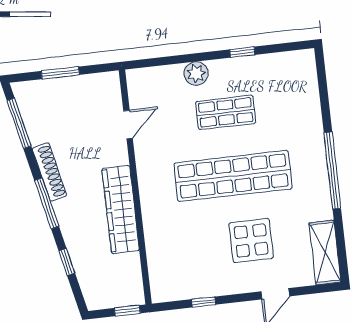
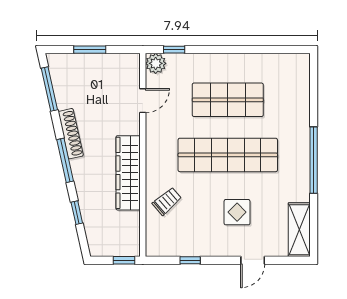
window: (242, 52) -> (174, 50), moved
plant: (196, 73) -> (156, 63), moved
shop shelf: (226, 112) -> (228, 100), width x1.43, depth x1.36
trolley: (169, 237) -> (167, 201), added
display table: (251, 241) -> (237, 212), width x0.73, depth x0.73

